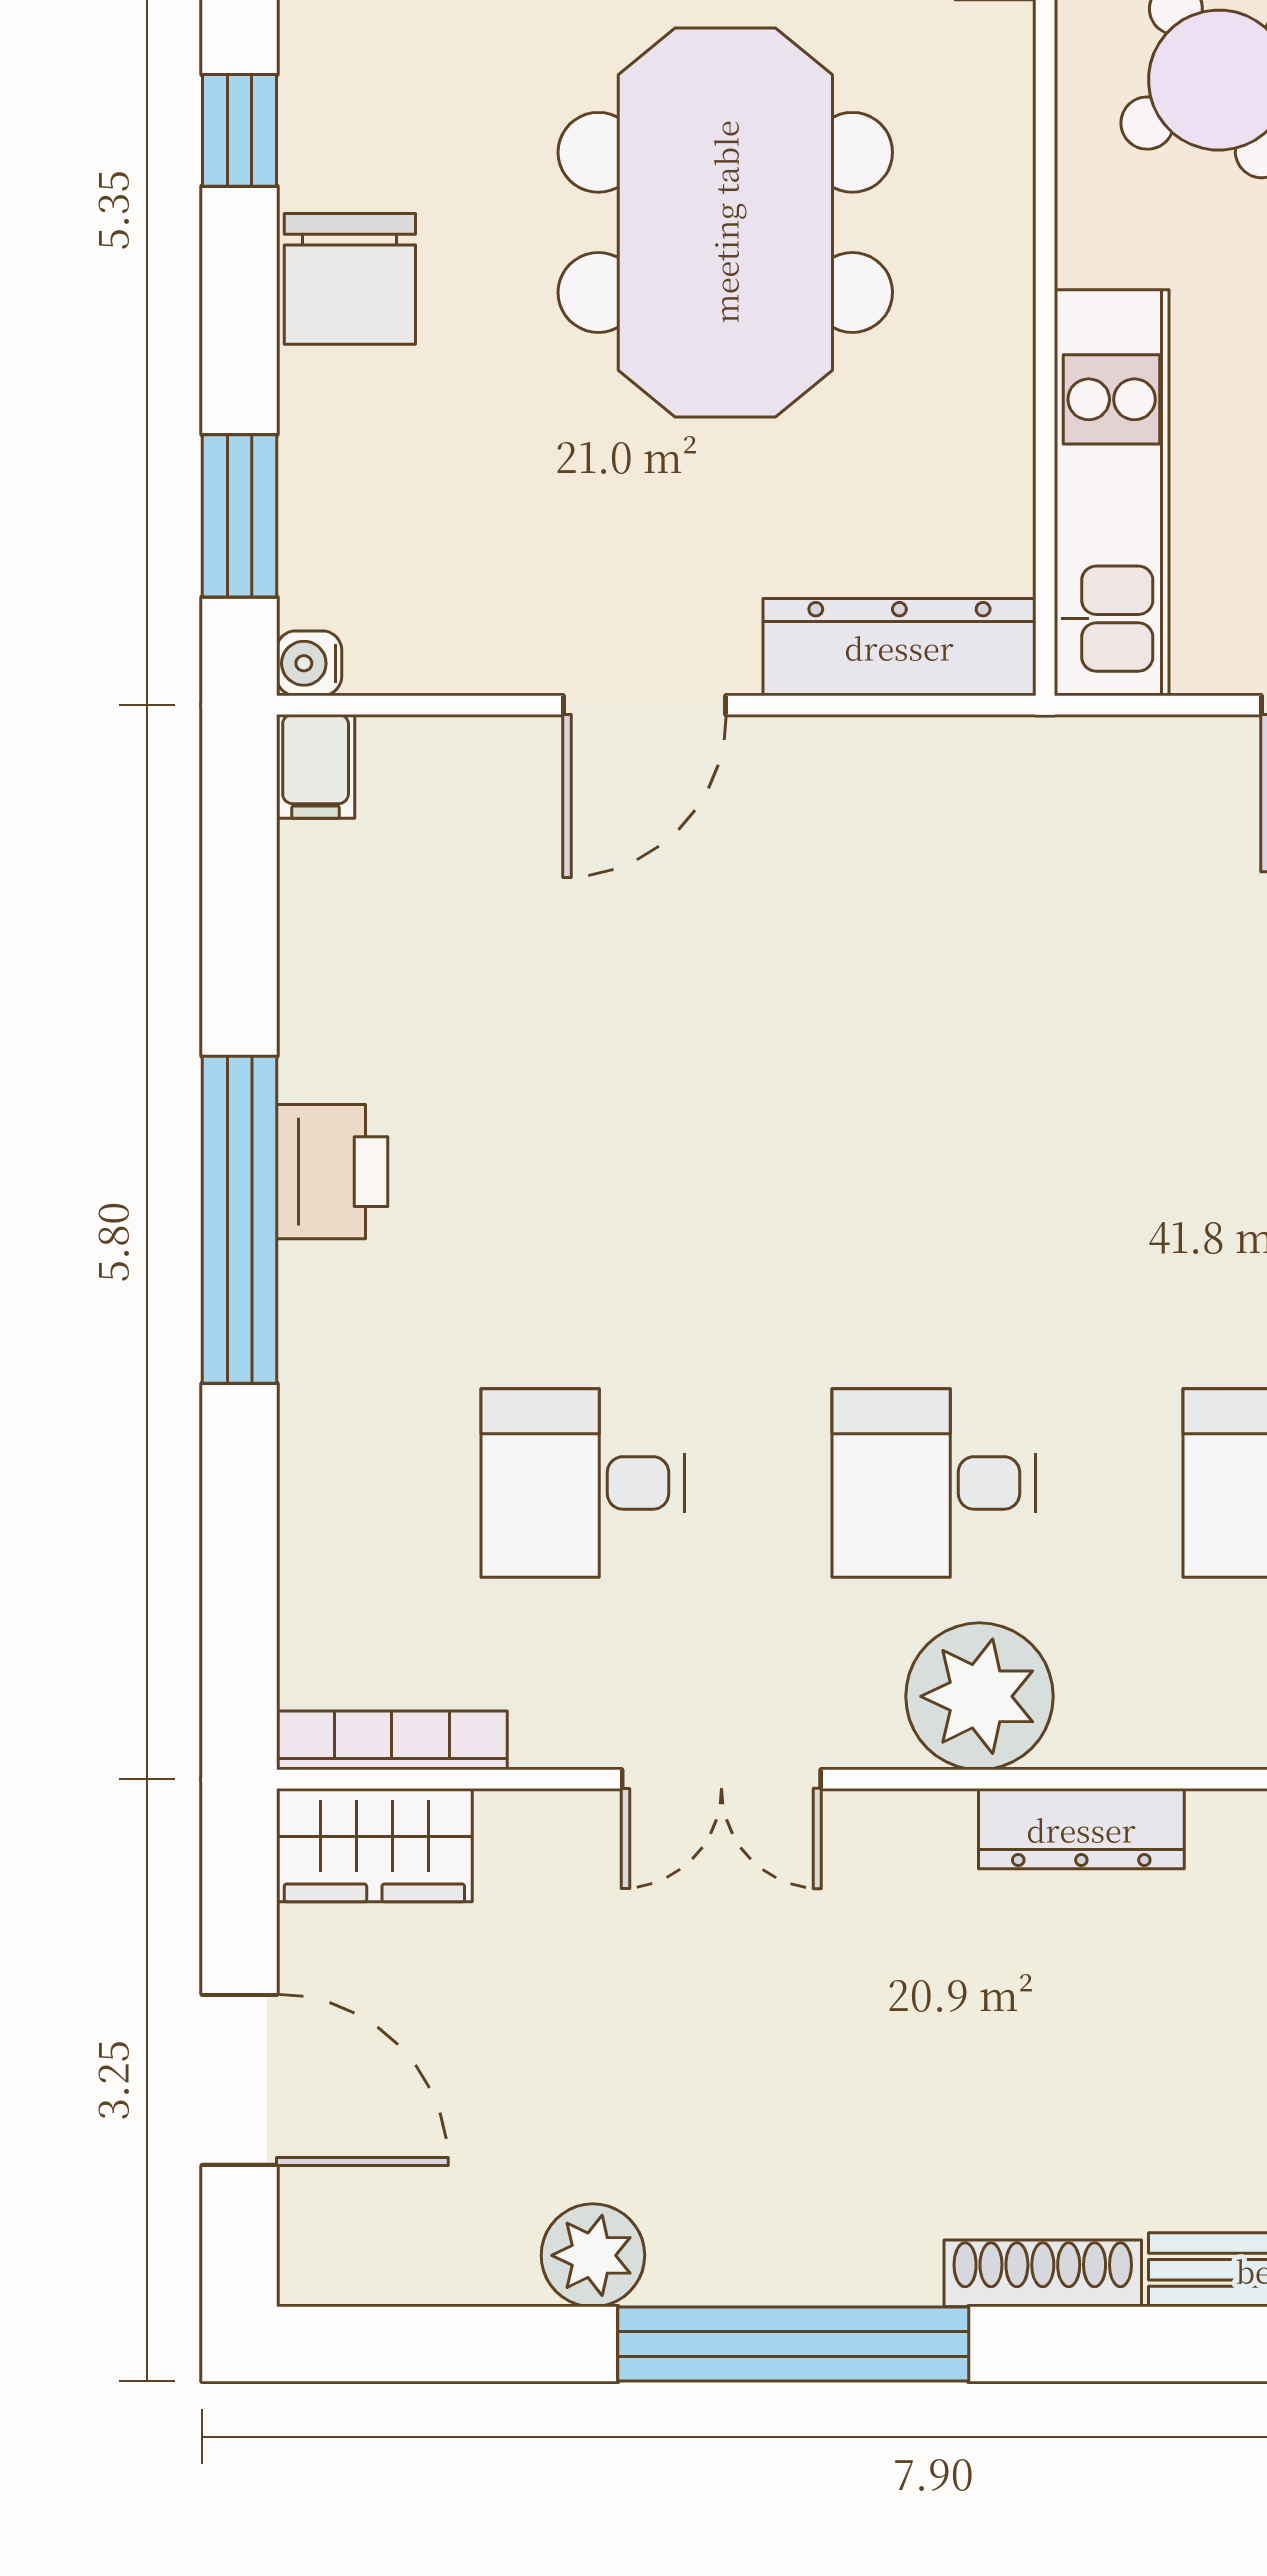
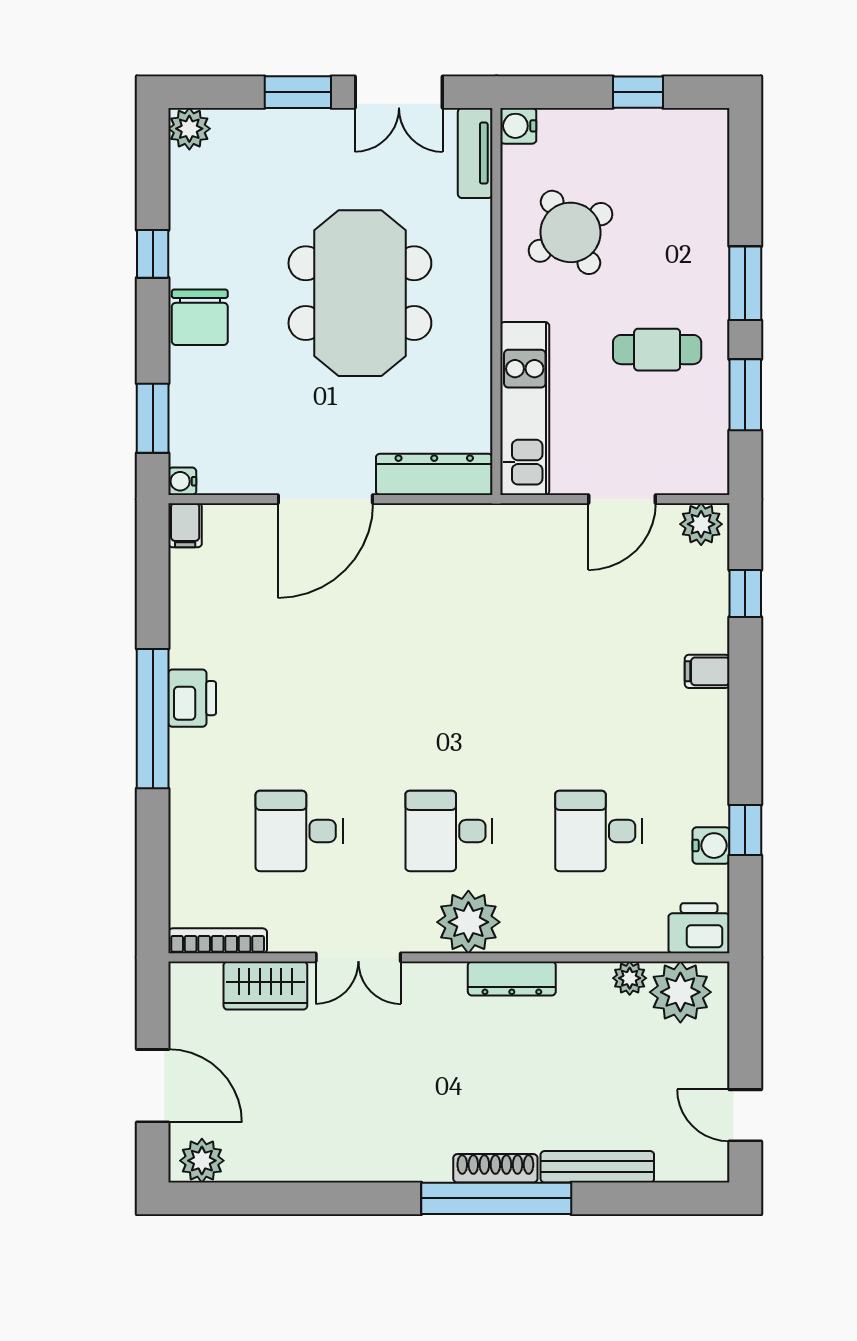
door: (644, 705) -> (325, 499), width x1.36
wardrobe: (374, 1845) -> (265, 986), moved
plant: (593, 2255) -> (202, 1161), moved
window: (793, 2344) -> (496, 1198), moved

